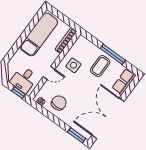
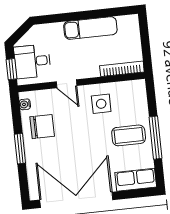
exam couch: (39, 34) -> (90, 28), width x0.73, depth x0.69
window: (77, 135) -> (20, 149), moved

